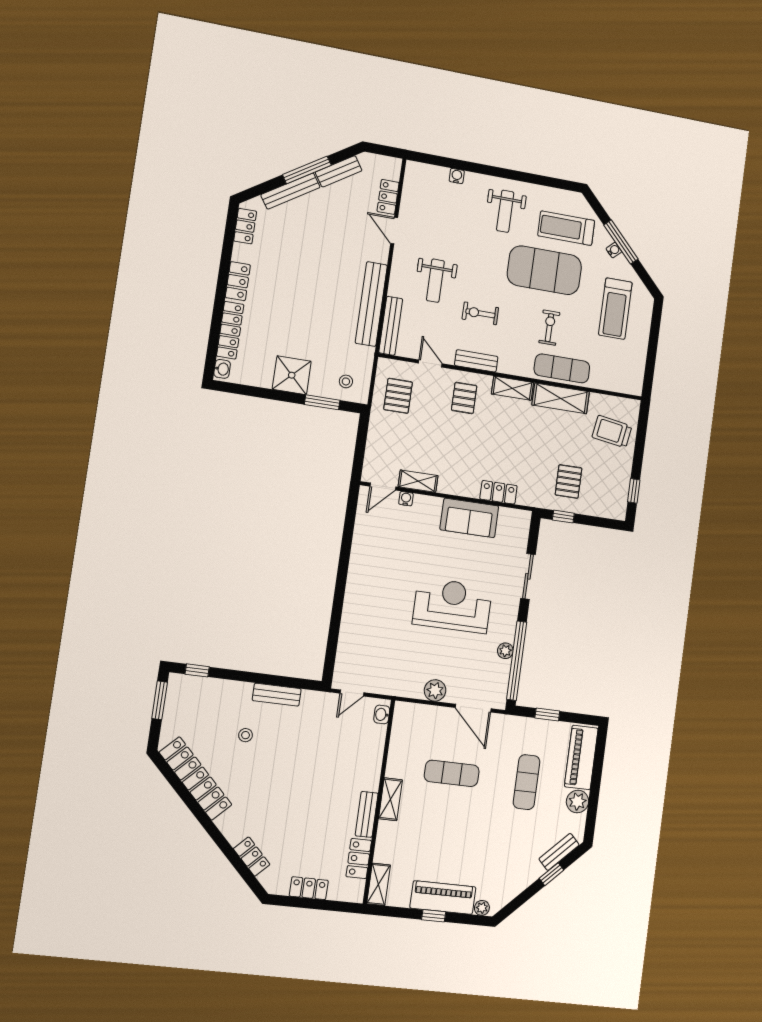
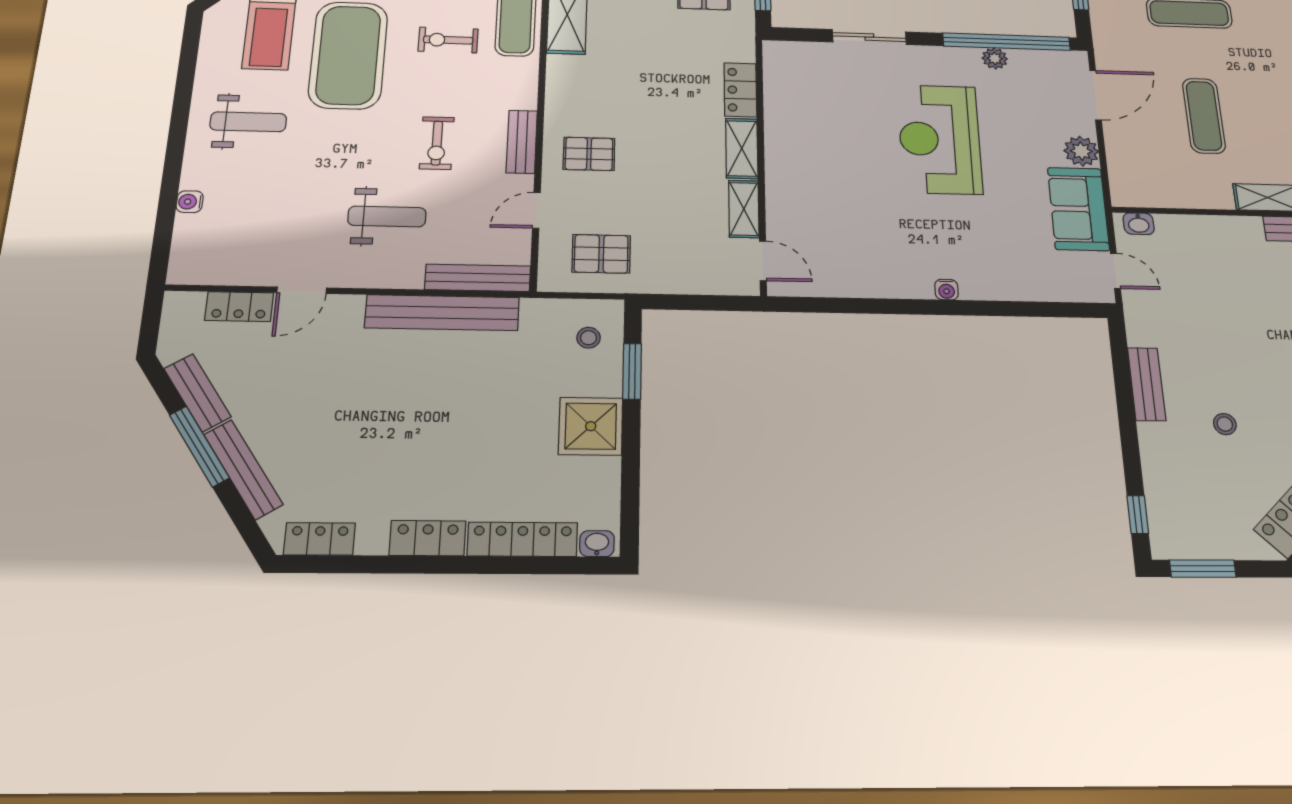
shelving: (512, 388) -> (742, 148), moved
water cooler: (406, 499) -> (946, 290), moved, turned -90
sofa: (469, 518) -> (1078, 209), moved, turned 180

